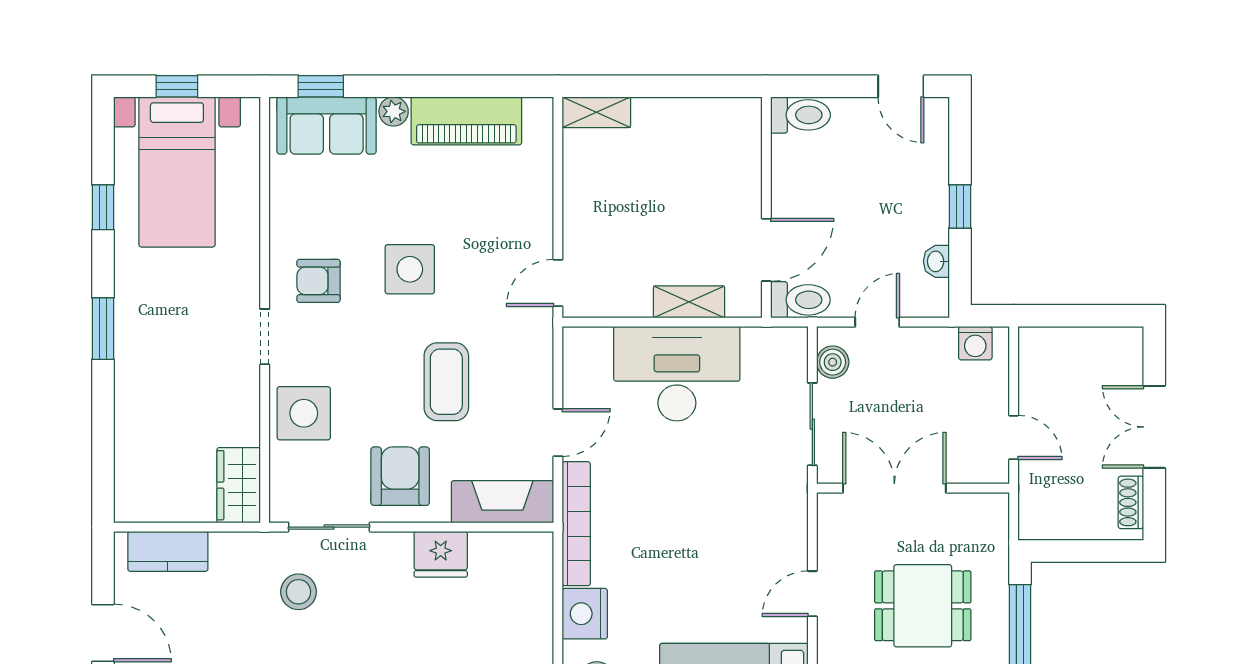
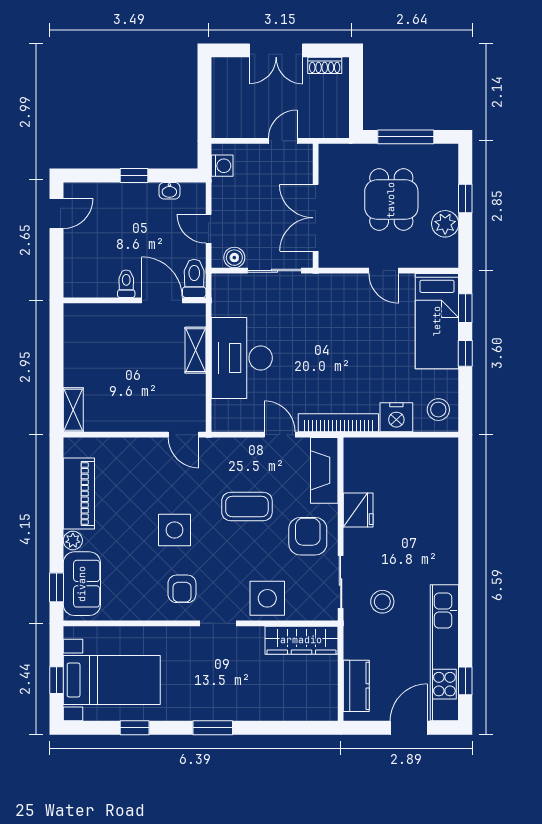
toilet: (800, 115) -> (126, 284), moved, width x0.73, depth x0.72
armchair: (400, 476) -> (308, 536), turned 90
wardrobe: (239, 485) -> (301, 640), width x1.50

